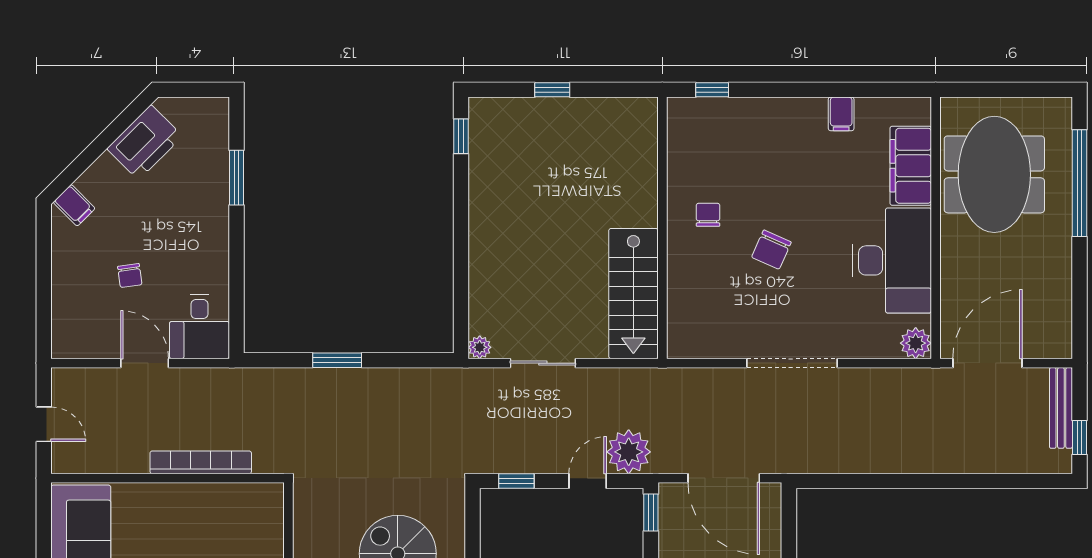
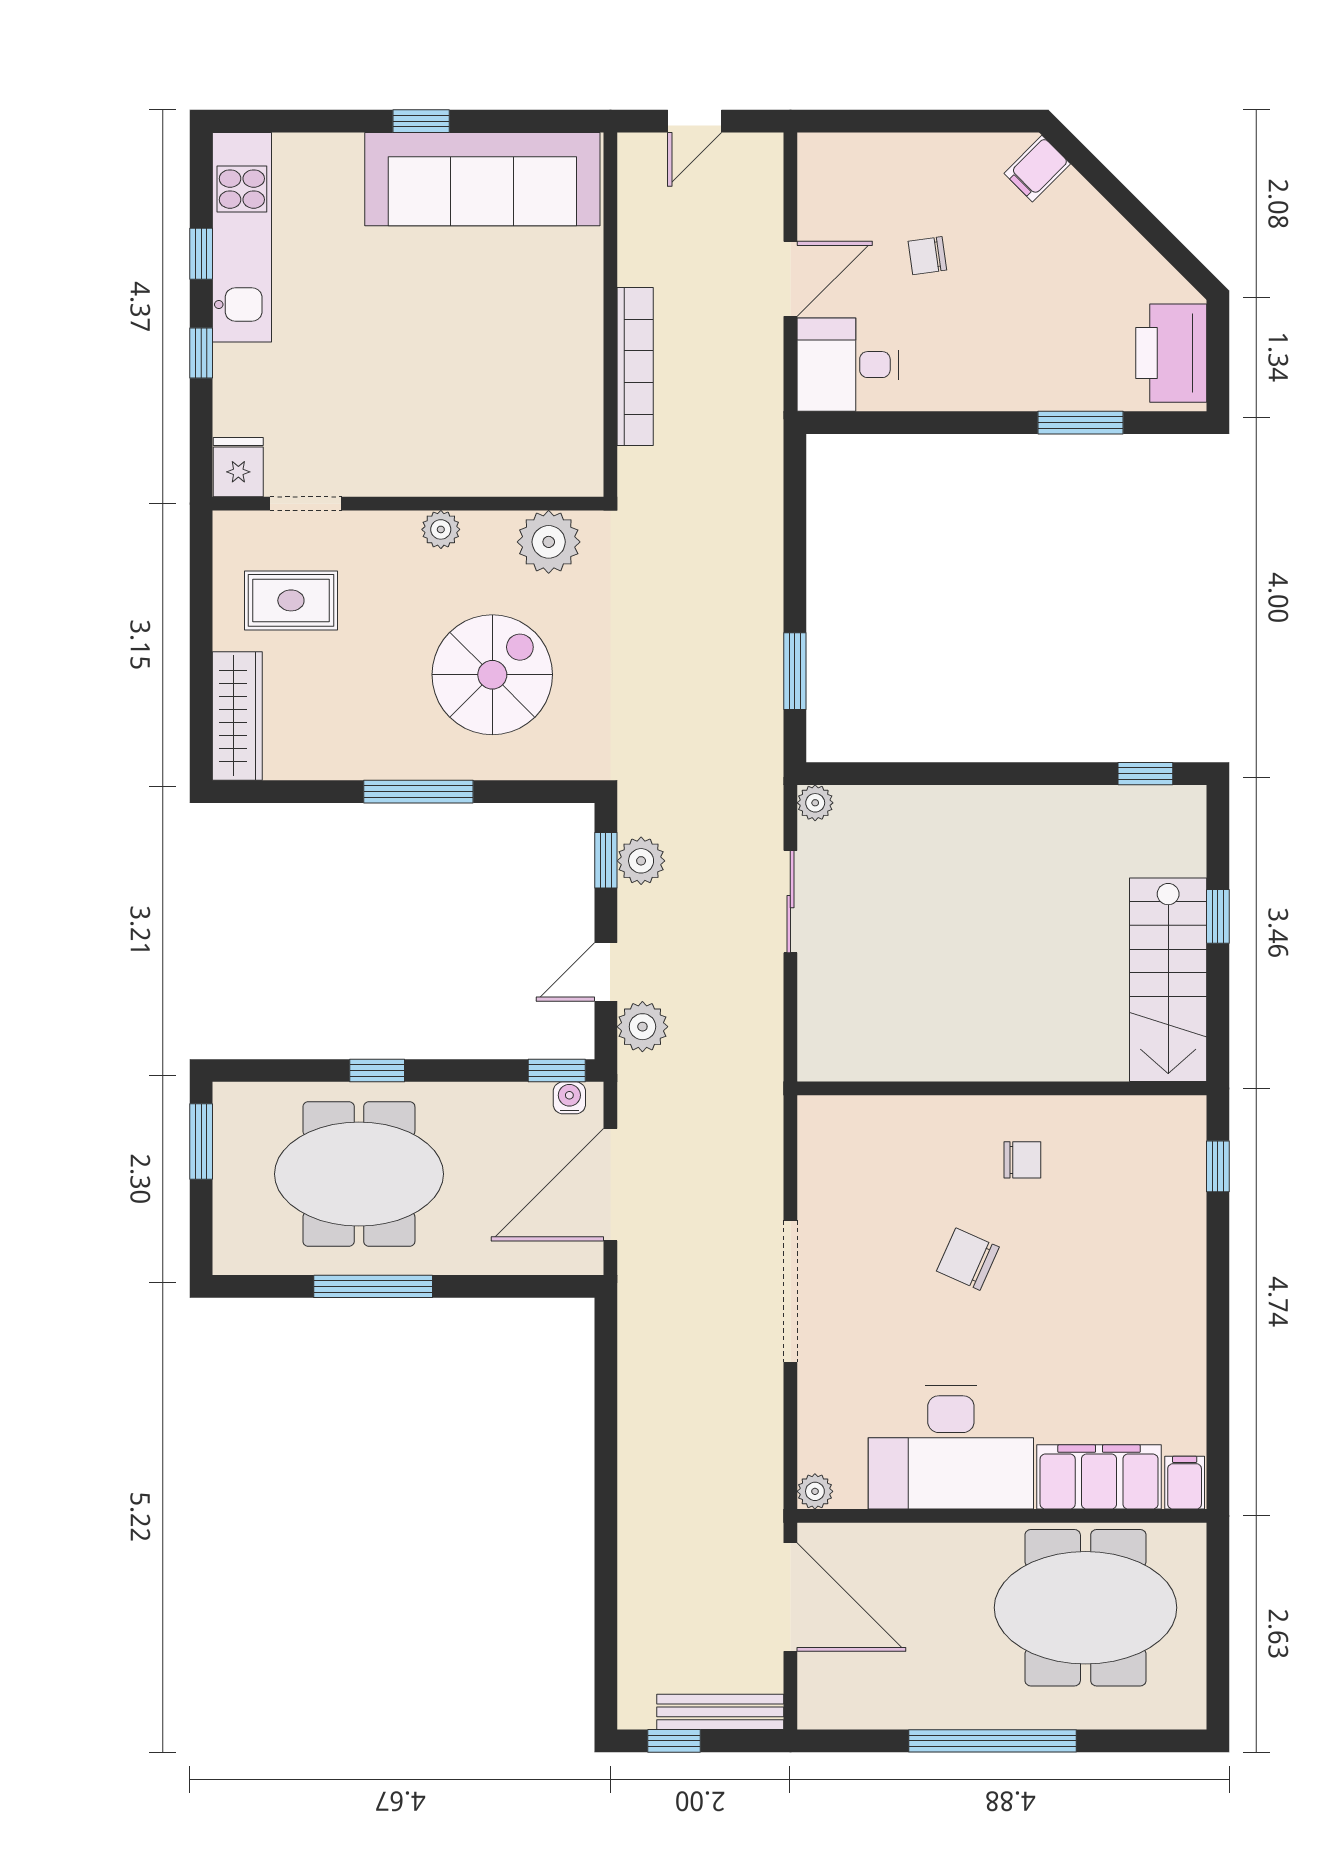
filing cabinet: (841, 114) -> (1185, 1483), moved, turned 90
printer: (145, 142) -> (1171, 353), moved, turned 45
window: (1079, 183) -> (993, 1741), moved
stairs: (633, 294) -> (1168, 980), moved, turned -90
plant: (916, 343) -> (815, 1491), width x0.73, depth x0.73
window: (337, 360) -> (795, 671), moved
plant: (629, 452) -> (642, 1027), width x0.73, depth x0.73
plant: (517, 459) -> (641, 861), added
door: (588, 481) -> (606, 972), swing flipped
water cooler: (668, 504) -> (569, 1098), added
plant: (313, 518) -> (549, 542), added

